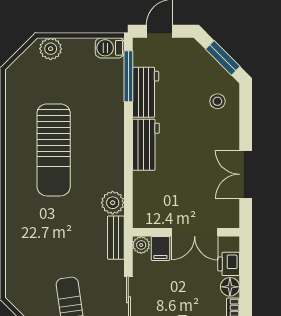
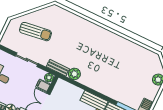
sun lounger: (54, 150) -> (111, 59), removed

